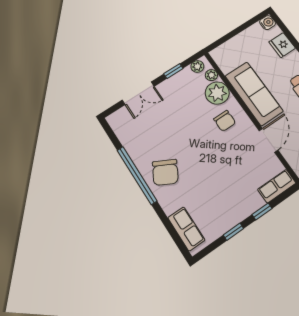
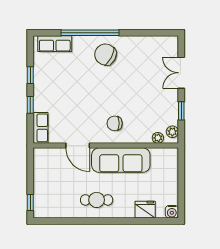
plant: (217, 93) -> (140, 133), removed
window: (137, 175) -> (90, 33), moved

